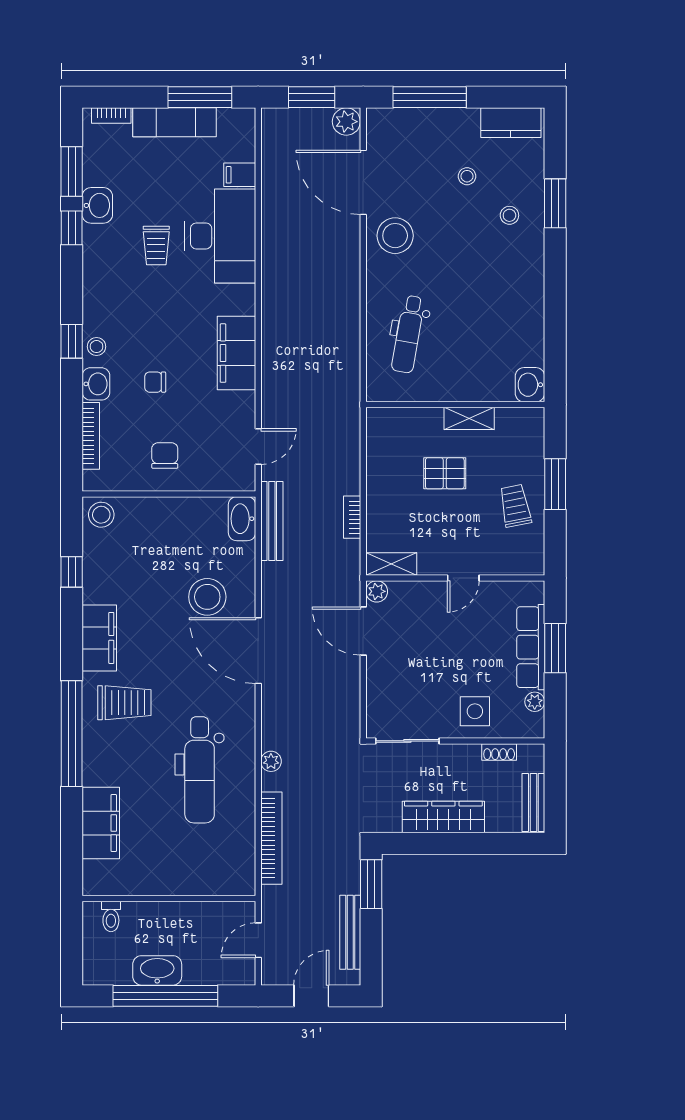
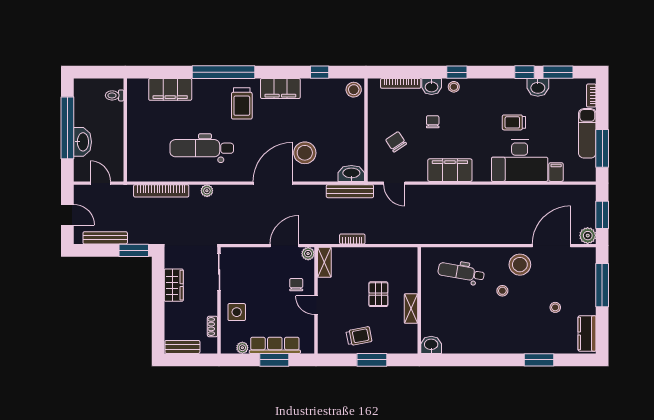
stool: (509, 215) -> (502, 291), moved
chair: (165, 456) -> (396, 142), moved, turned -124
chair: (429, 611) -> (296, 285), added
wardrobe: (443, 817) -> (174, 285), width x0.67
washbasin: (157, 970) -> (82, 142), moved

